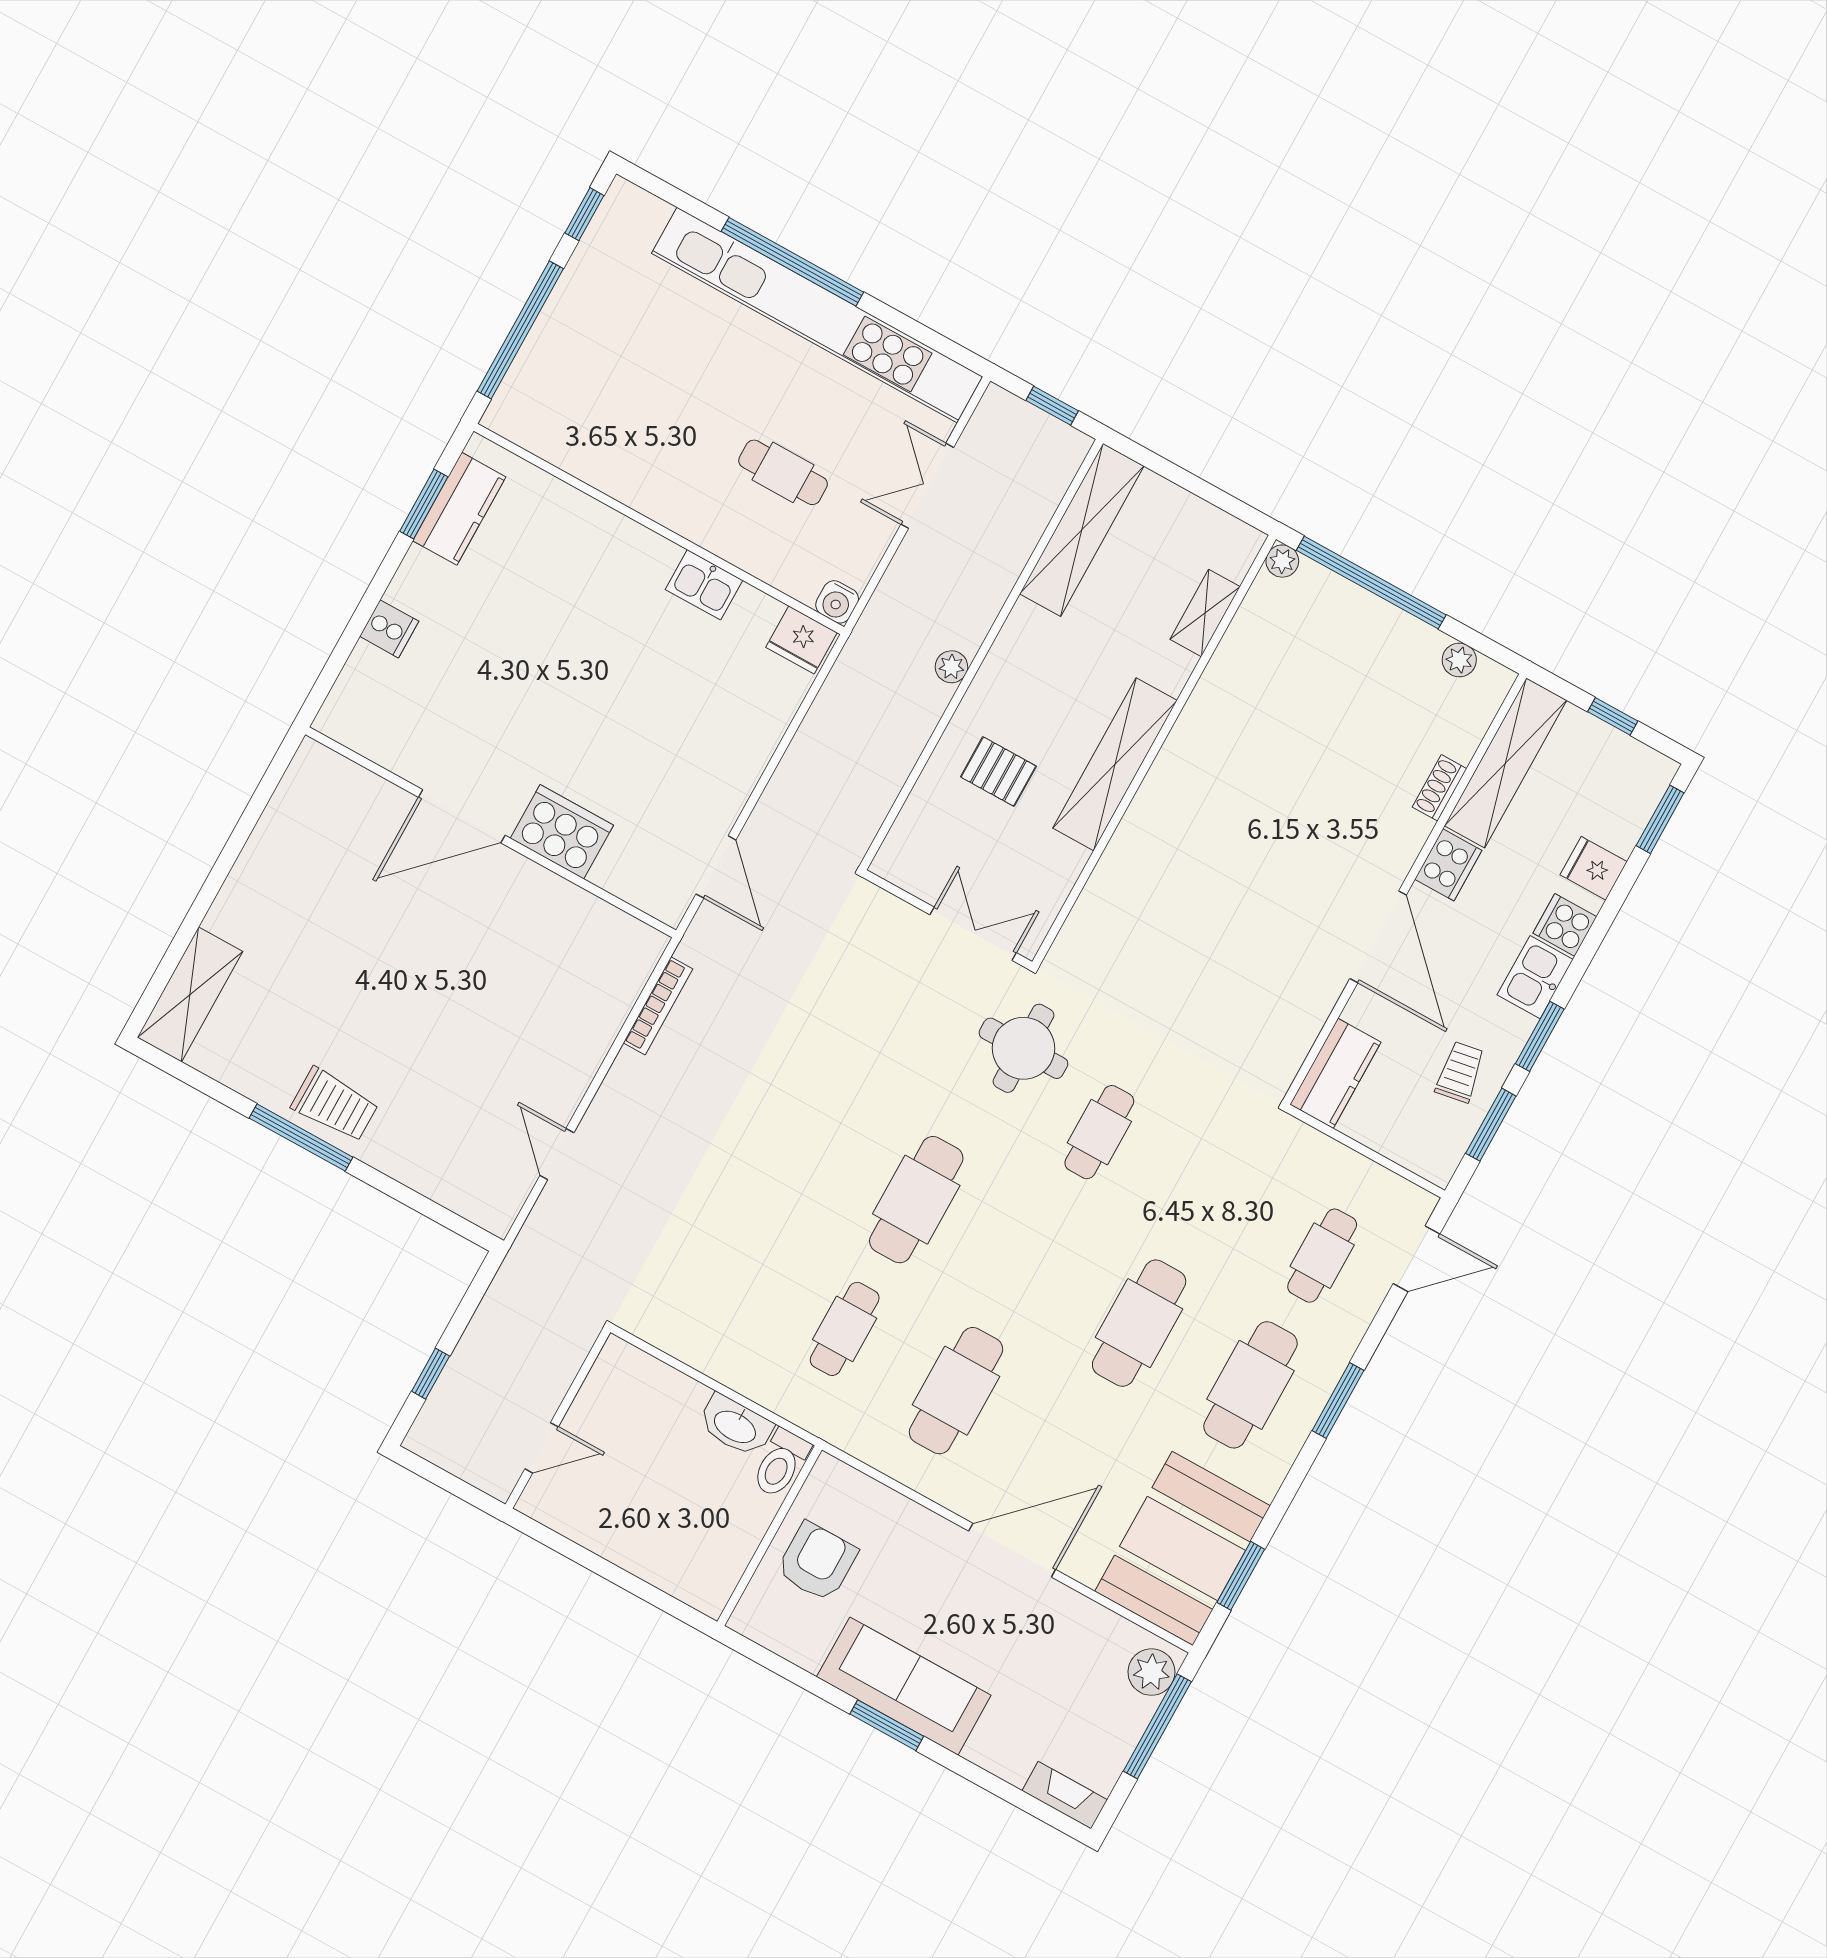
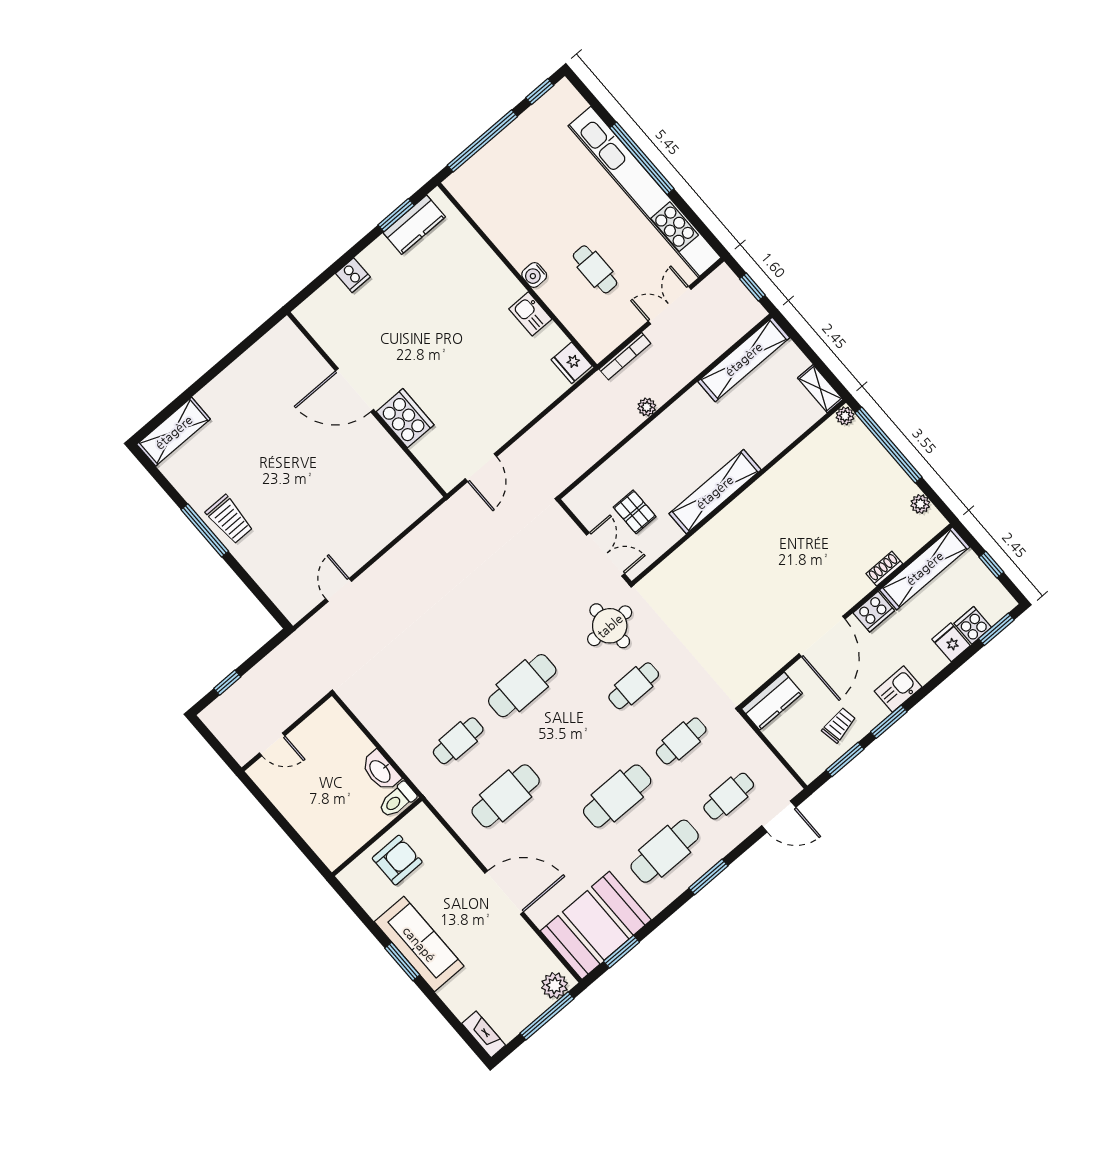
water cooler: (837, 602) -> (534, 275), moved
shelving: (1205, 613) -> (820, 389), moved, turned 90
pallet: (998, 772) -> (635, 512), moved
cooker: (1565, 925) -> (973, 625), moved
bookcase: (658, 1006) -> (625, 356), moved
cafe table: (1211, 1194) -> (681, 741), added

